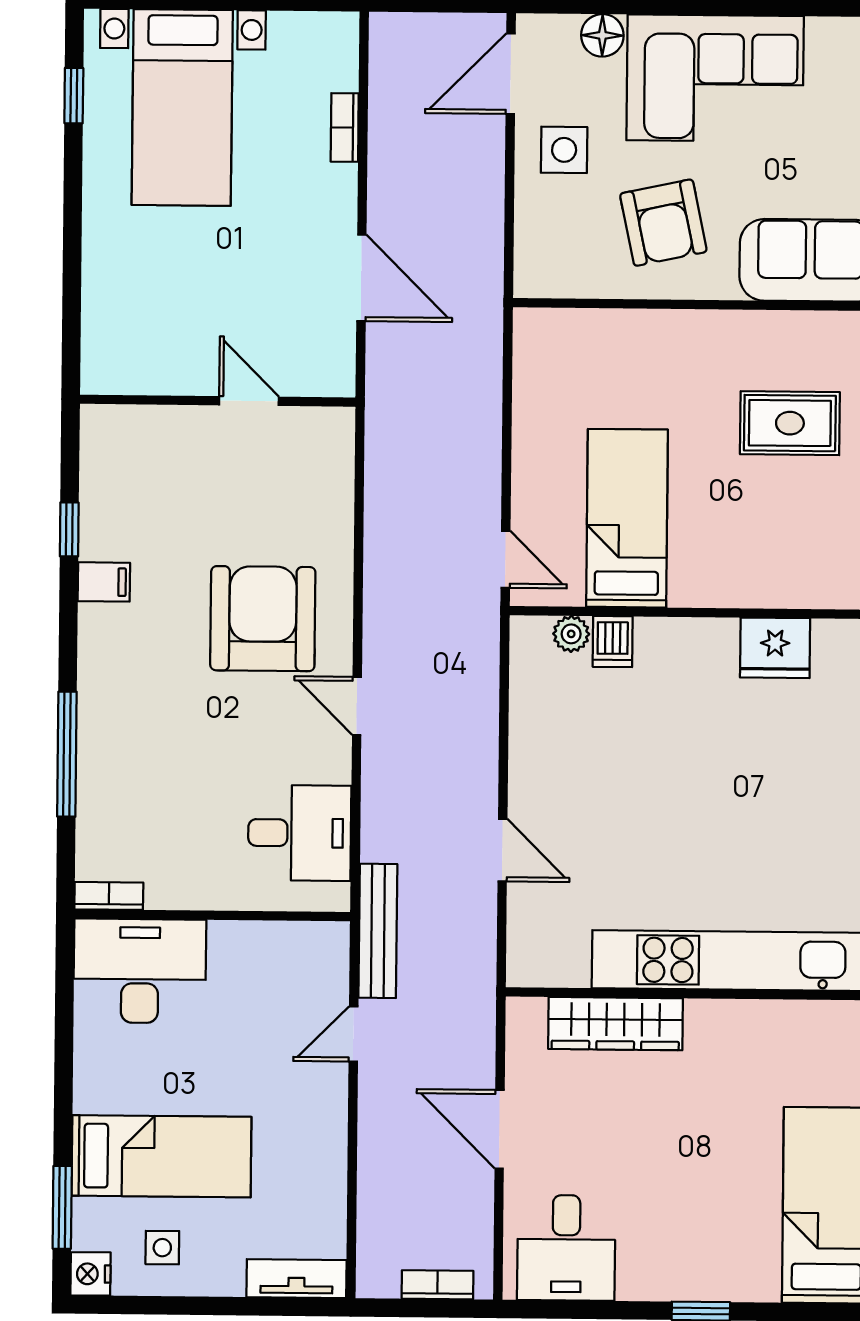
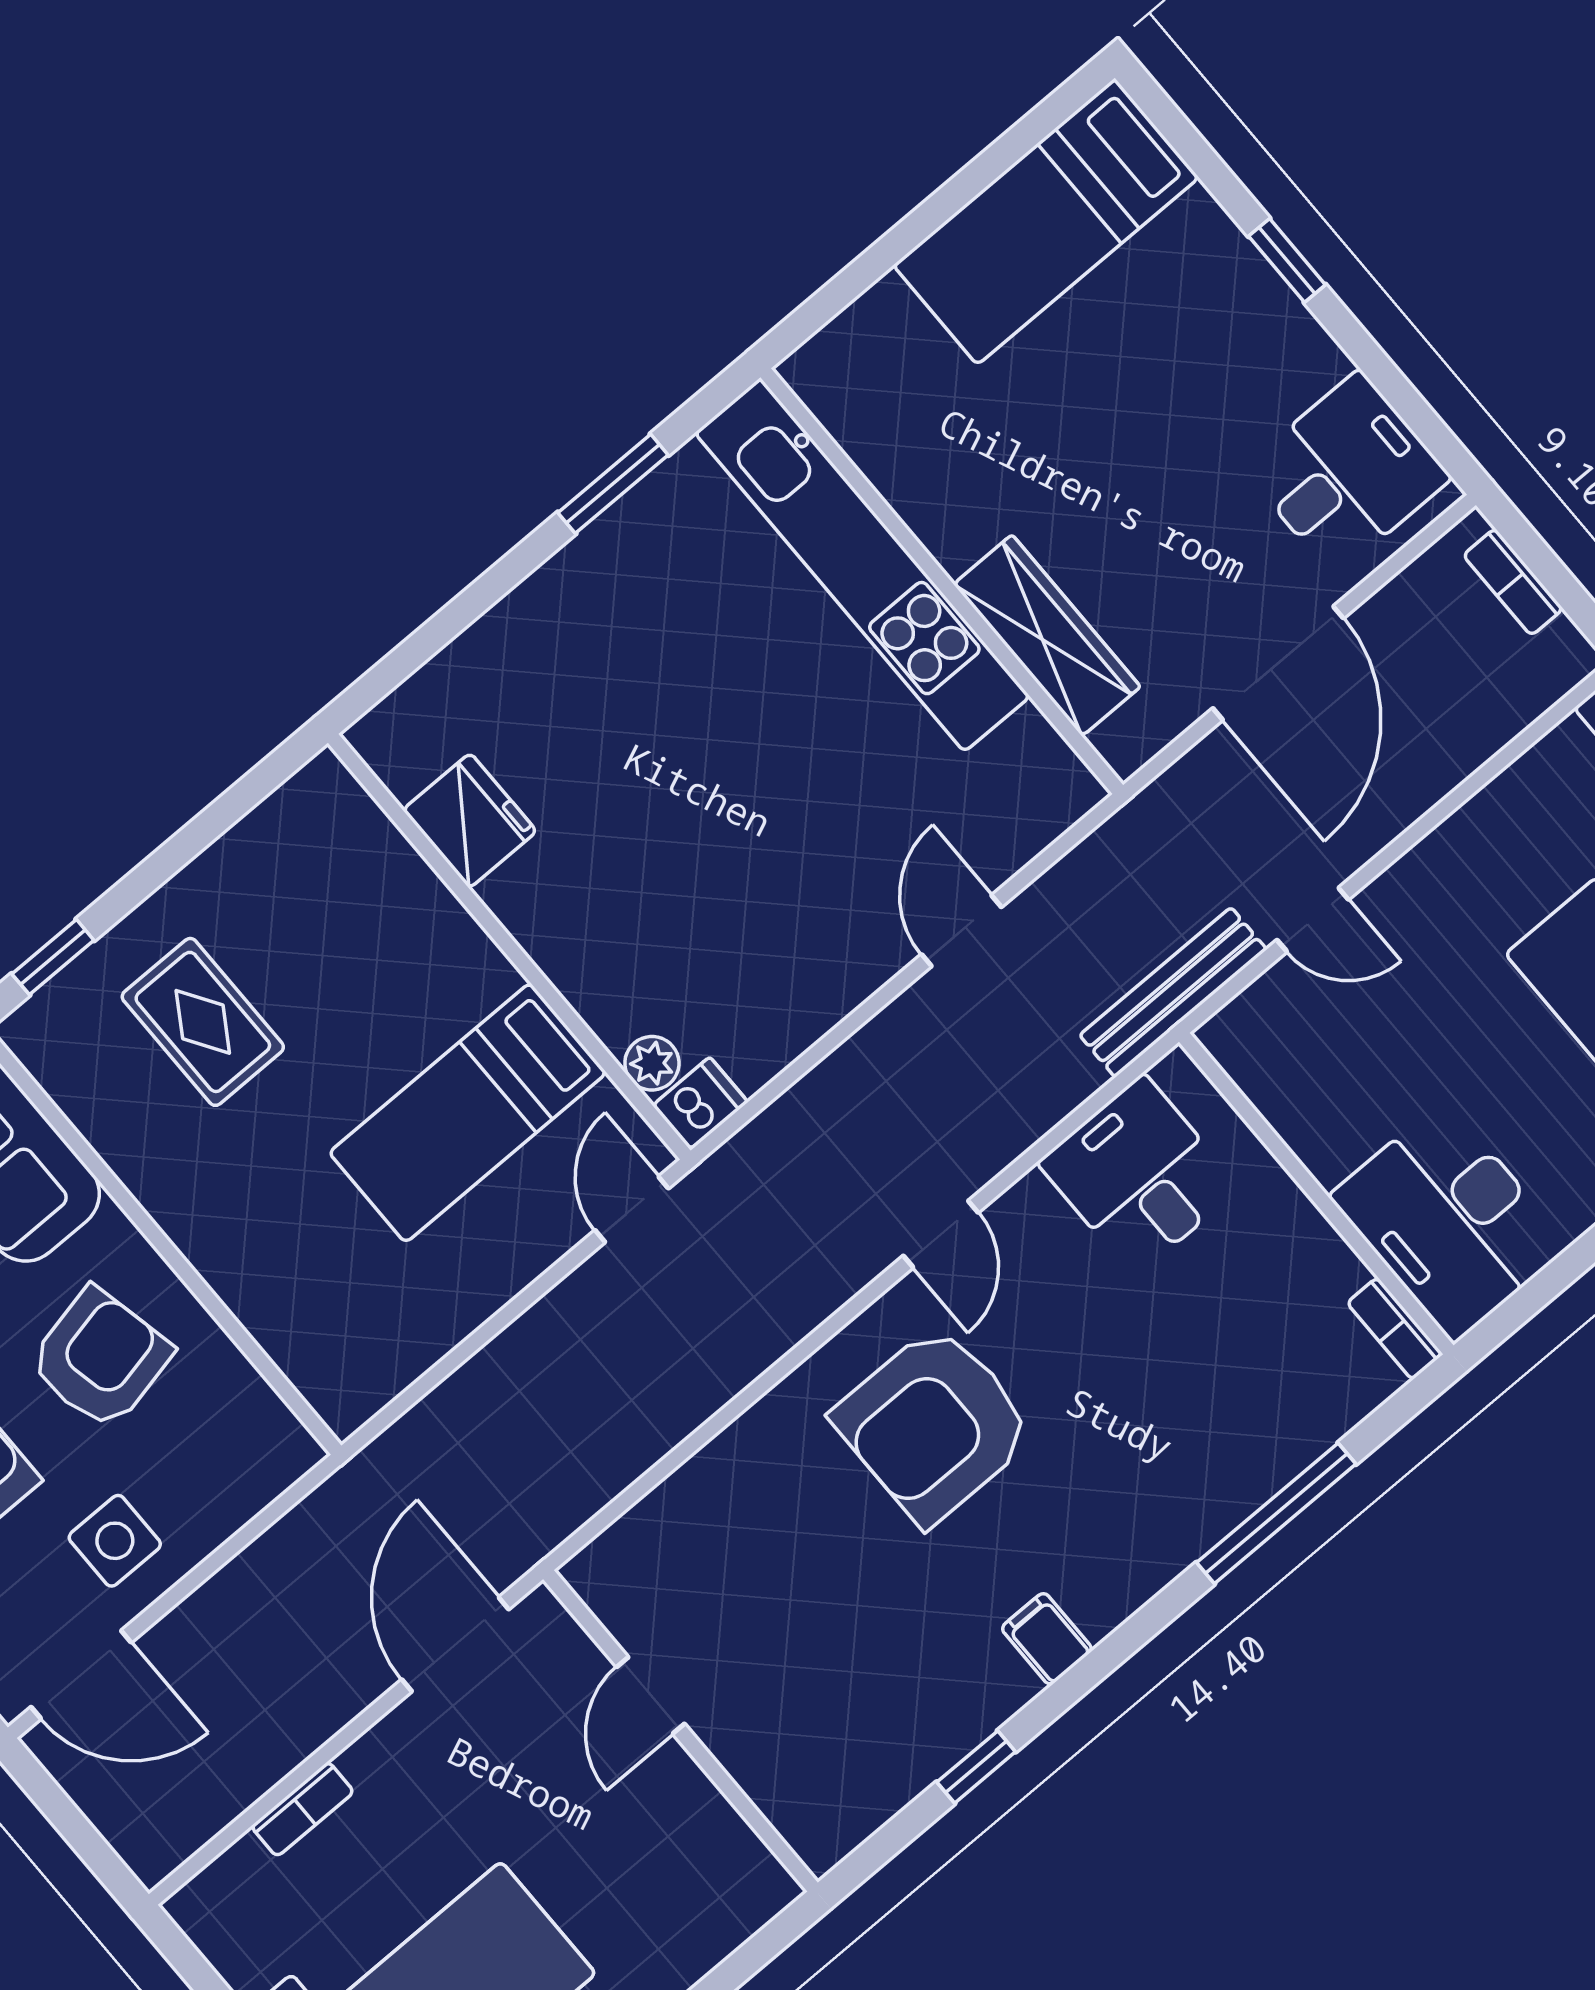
wall: (218, 401) -> (681, 1731), moved
door: (249, 401) -> (651, 1695), moved
window: (69, 529) -> (976, 1767), moved
dishwasher: (613, 642) -> (700, 1103), moved
door: (500, 1129) -> (1278, 663), width x1.36

